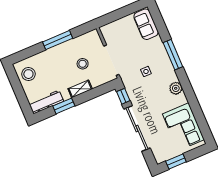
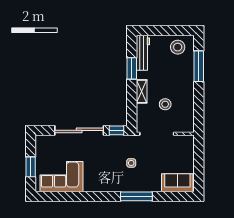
window: (58, 40) -> (199, 66), moved
plant: (176, 88) -> (102, 185), removed
window: (176, 162) -> (31, 167), moved

